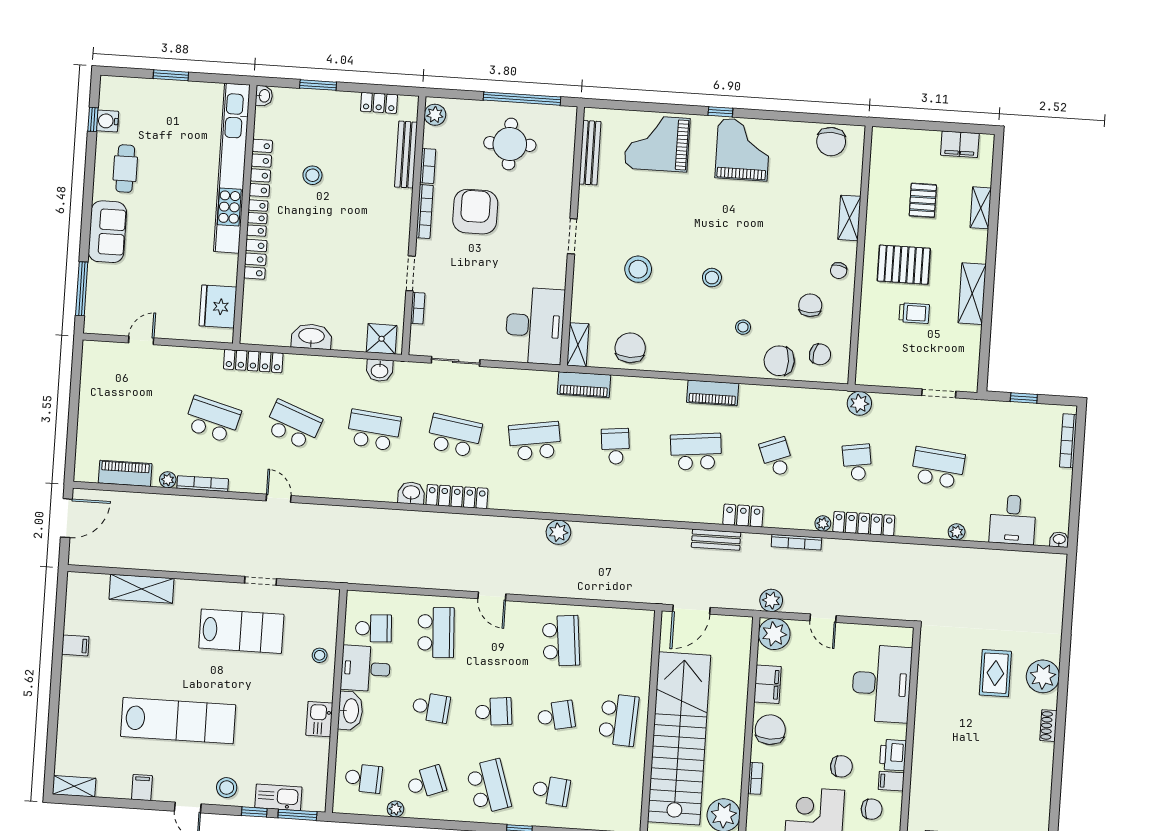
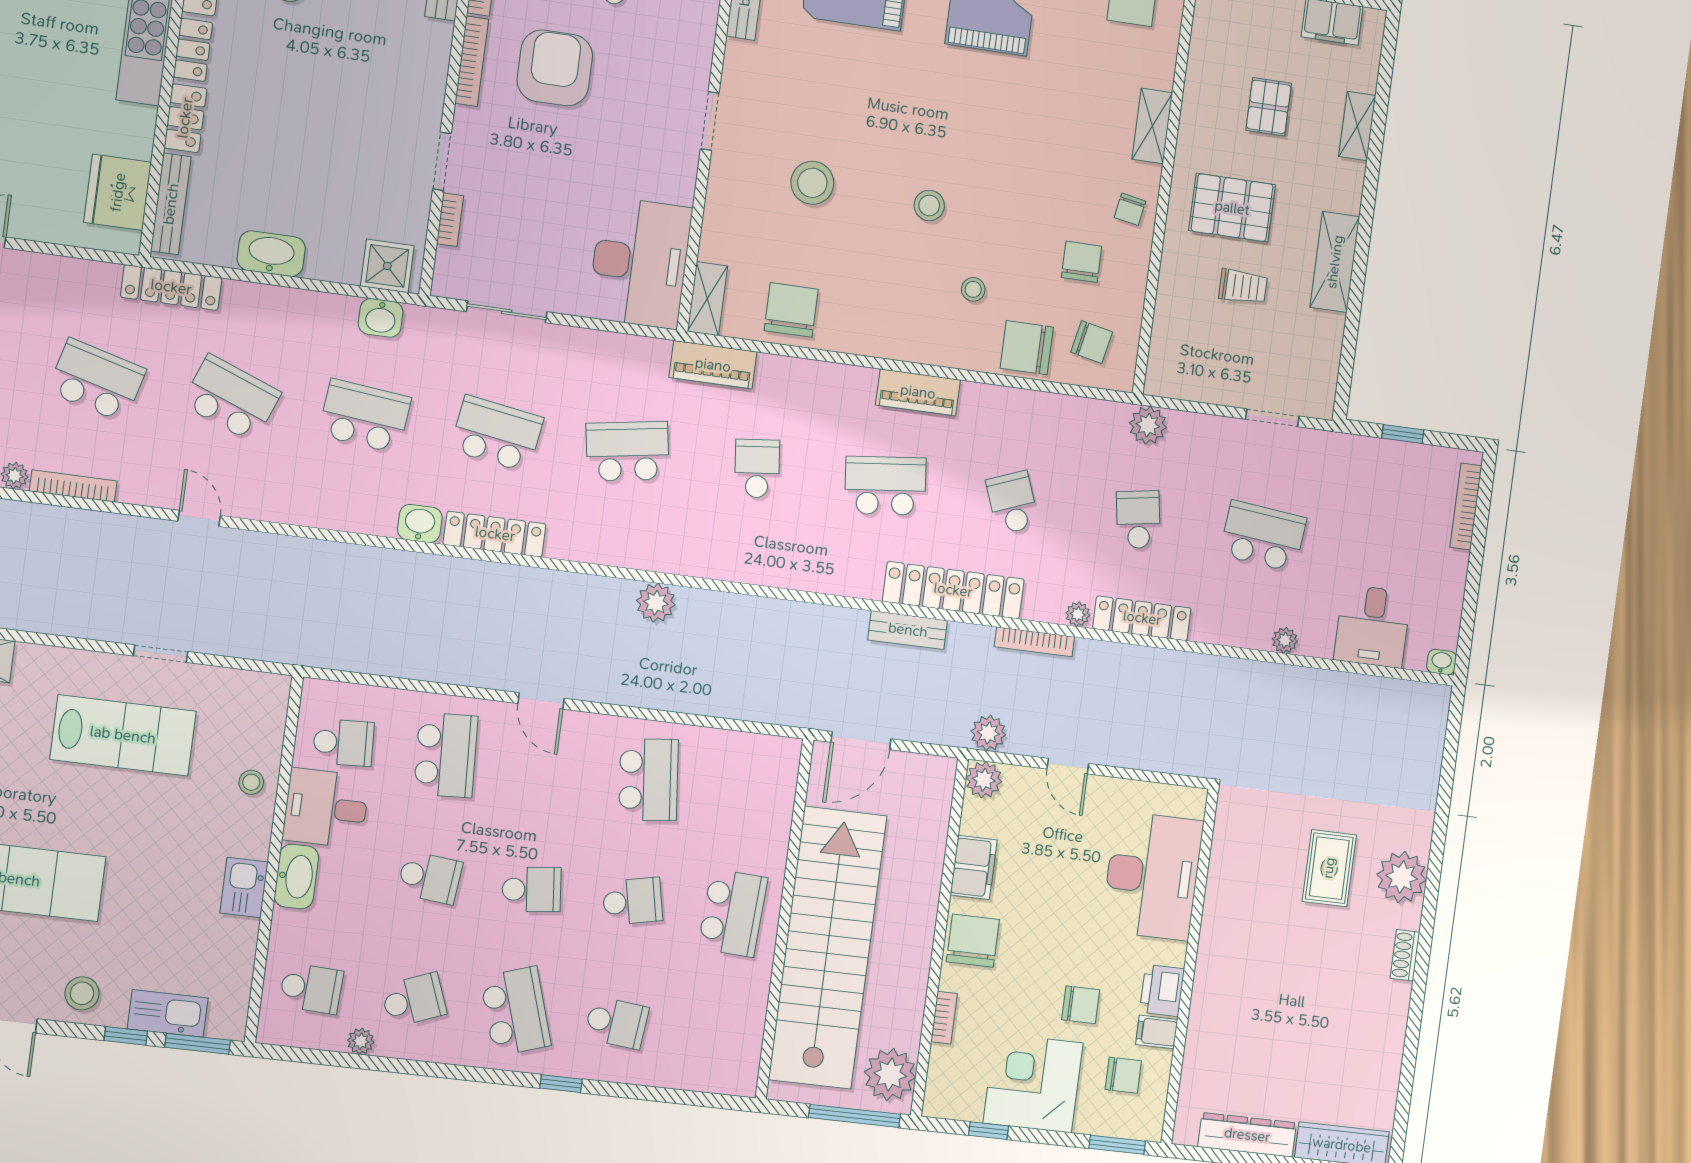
bench: (250, 311) -> (171, 204), added
locker: (743, 516) -> (953, 590), width x2.16, depth x1.21
plant: (774, 634) -> (984, 780), width x0.73, depth x0.73

